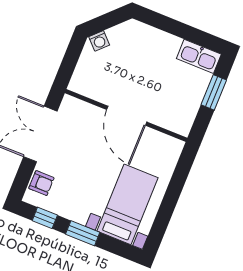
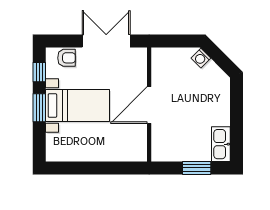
armchair: (41, 183) -> (67, 58), turned -90
bed with nightstands: (128, 204) -> (78, 106), moved

